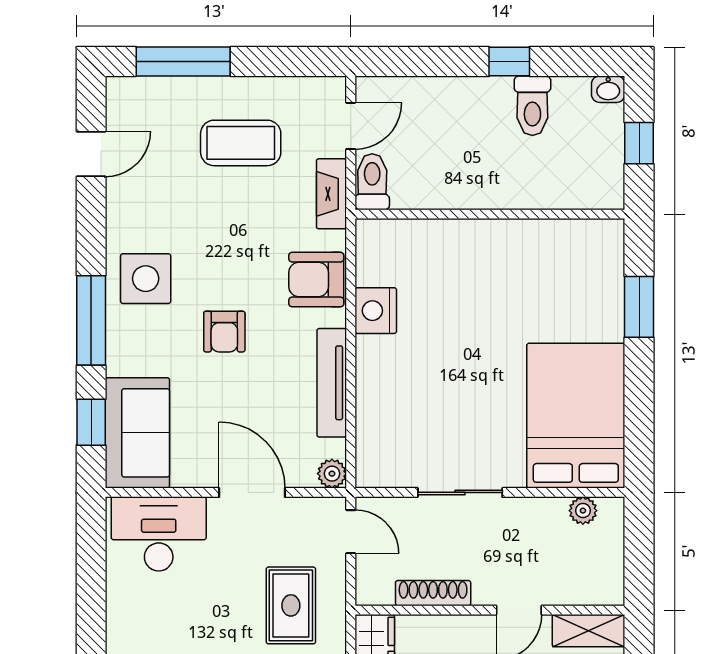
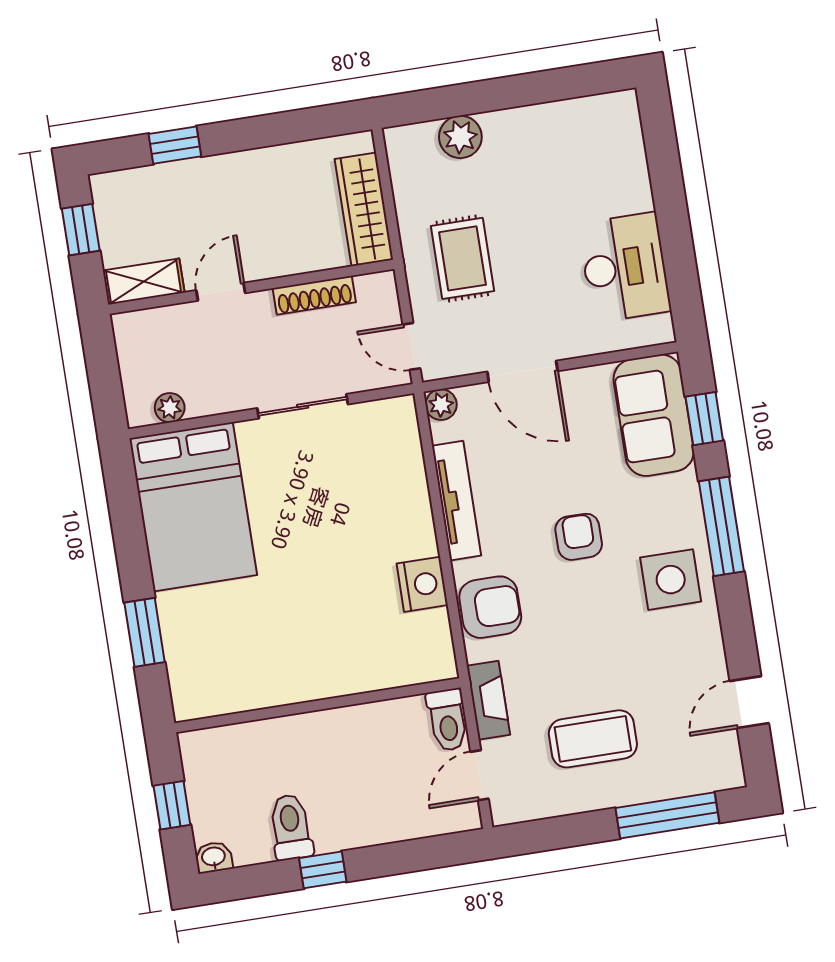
desk: (159, 534) -> (625, 267), moved, turned -90

